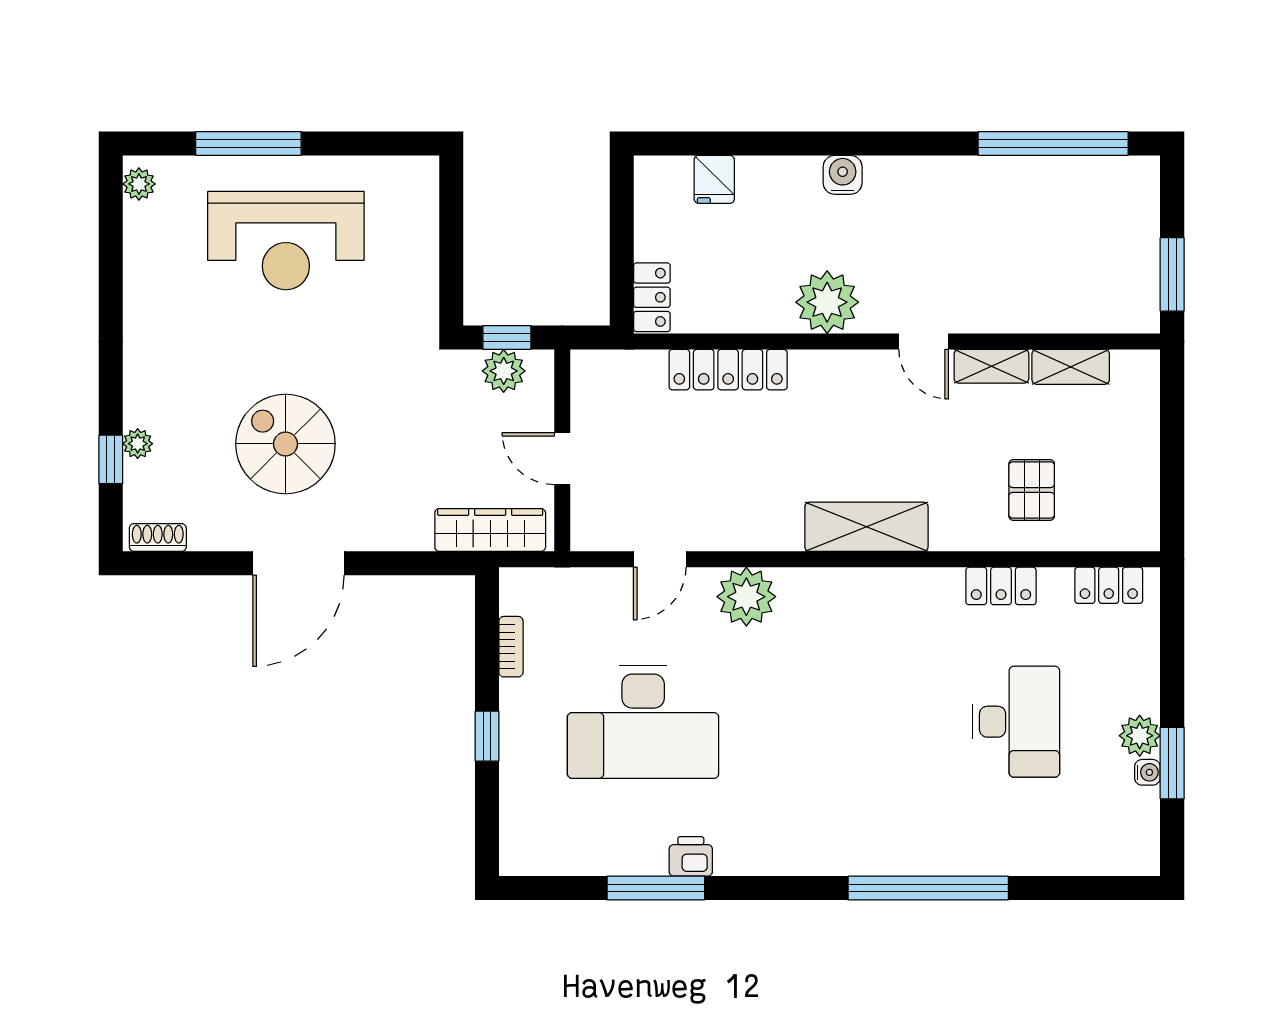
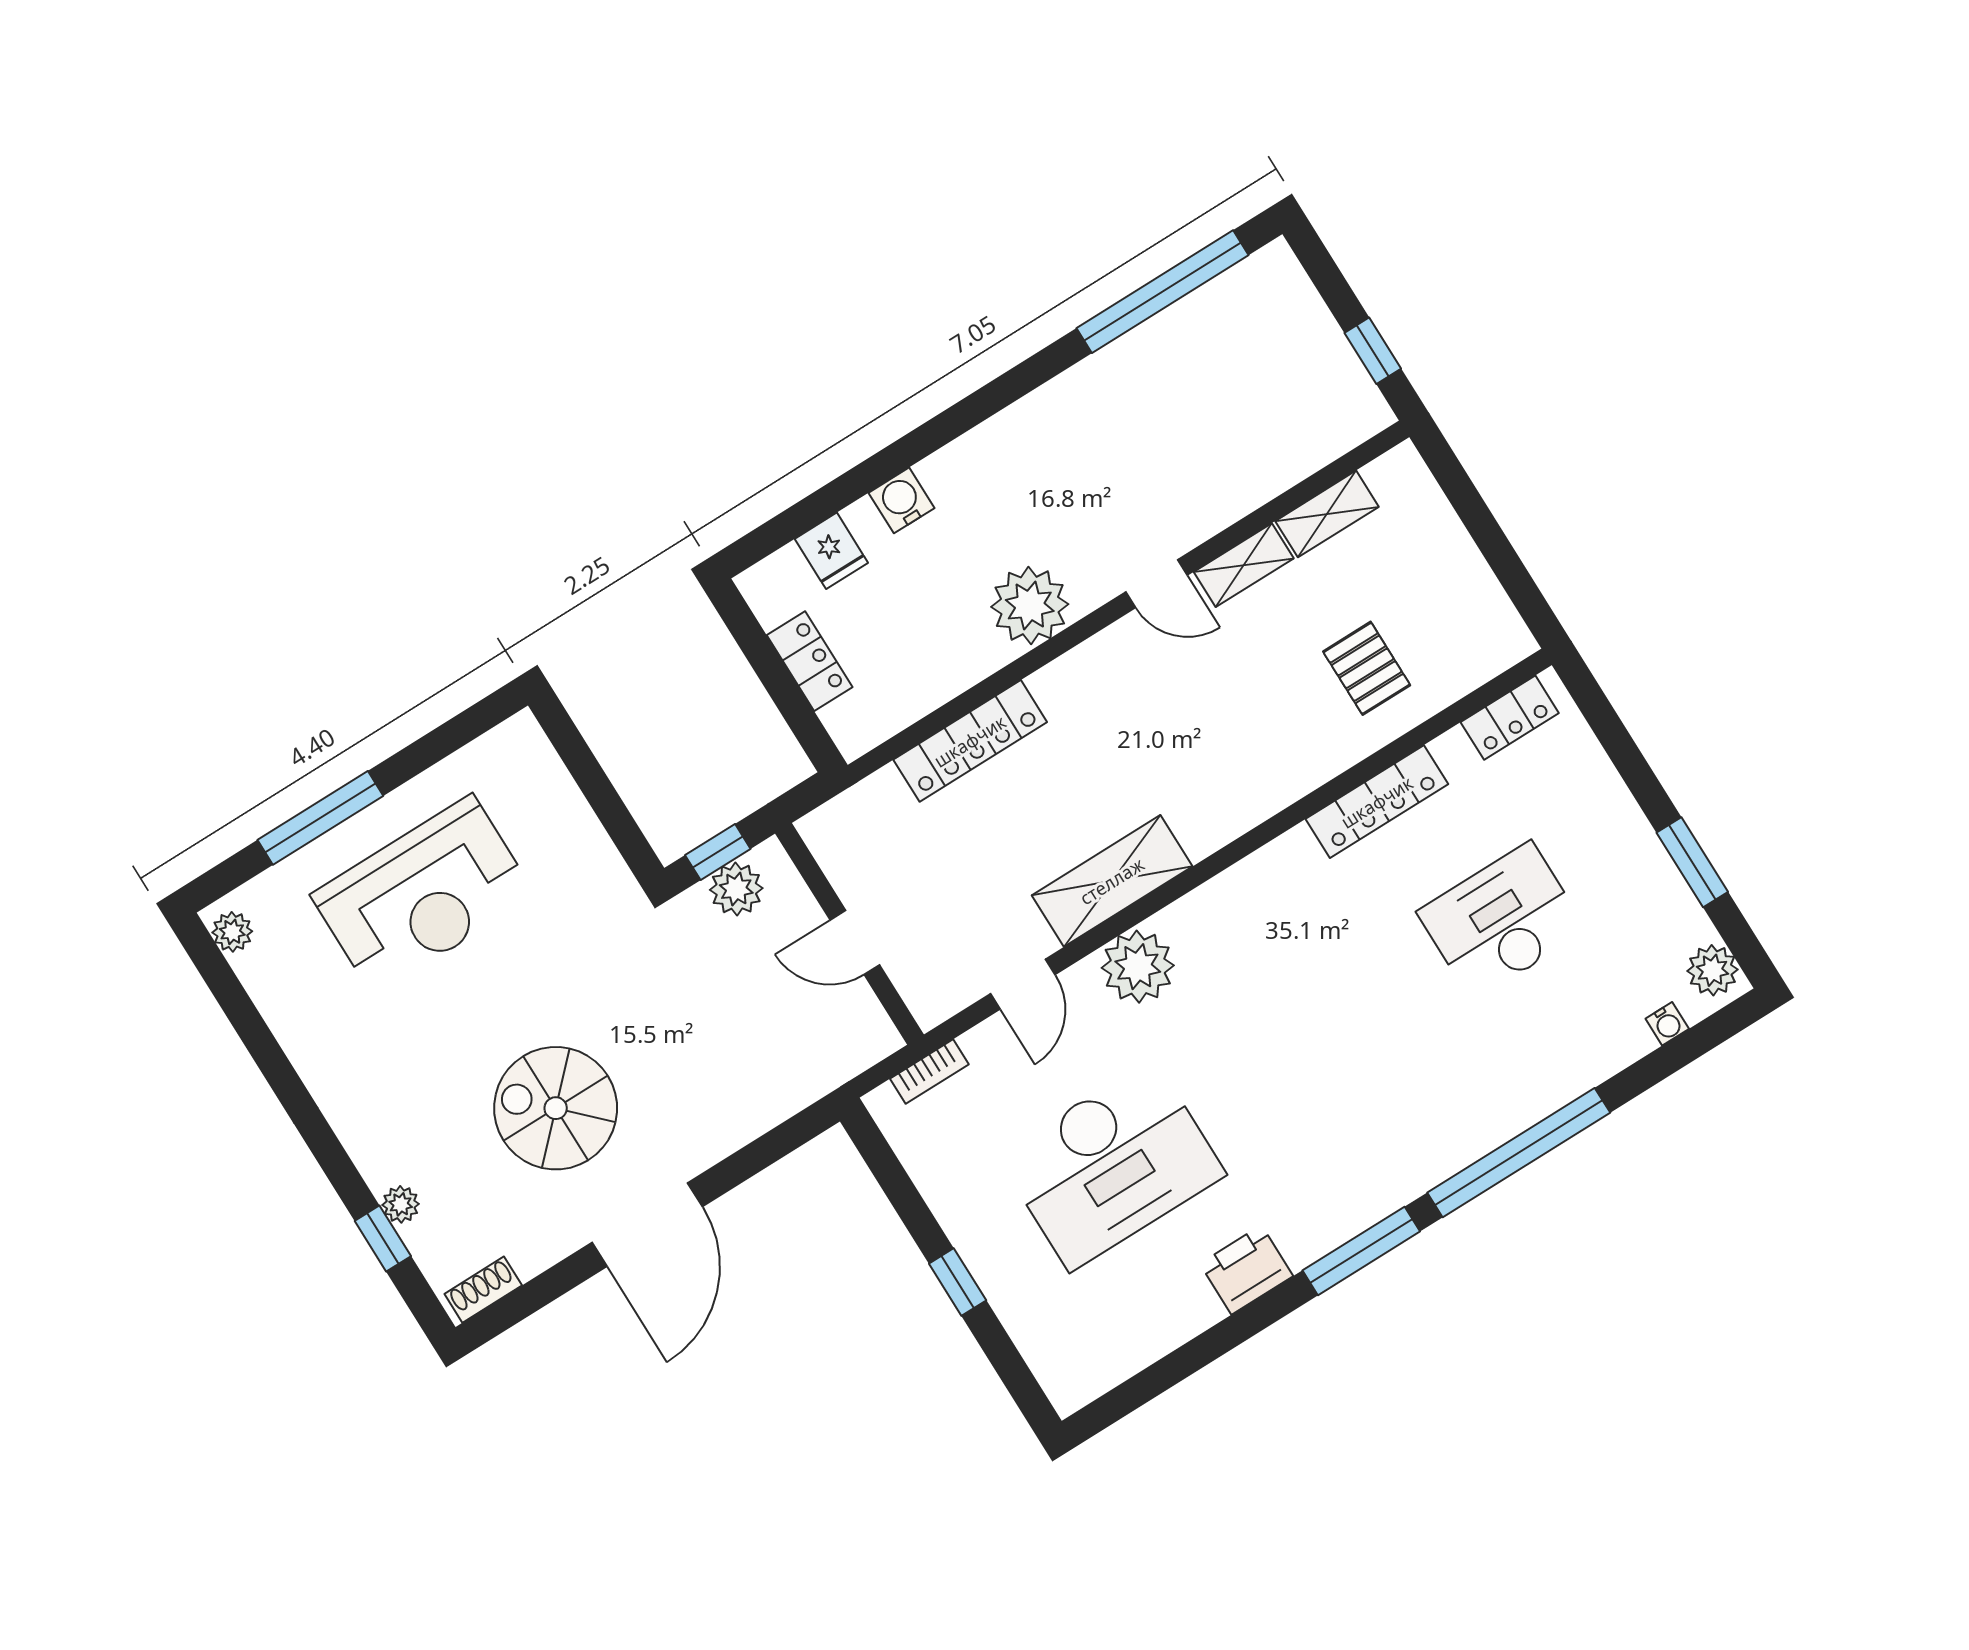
water cooler: (843, 175) -> (901, 500), moved
window: (1172, 274) -> (1373, 351), width x0.67
locker: (652, 297) -> (810, 661), moved
shelving: (866, 527) -> (1112, 881), moved
wardrobe: (490, 530) -> (826, 1064), removed
locker: (1001, 586) -> (1377, 802), width x1.53
bookcase: (511, 647) -> (929, 1072), moved, turned 90
desk: (1016, 722) -> (1502, 921), turned -90
plant: (1140, 736) -> (1712, 970), moved
water cooler: (1147, 772) -> (1667, 1024), moved, turned 90
printer: (691, 856) -> (1246, 1270), width x1.36, depth x1.24
window: (656, 888) -> (1361, 1251), moved

